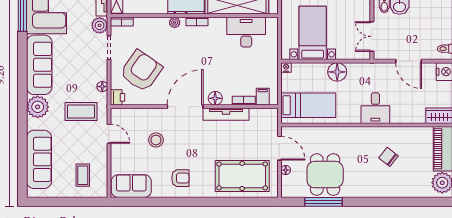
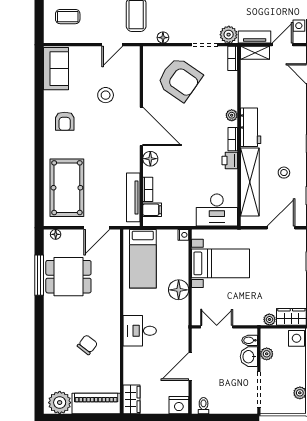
desk: (246, 32) -> (217, 210), moved, turned 90
printer: (118, 97) -> (230, 160), moved, turned 90
tv unit: (226, 114) -> (133, 197), moved
floor lamp: (286, 170) -> (56, 234), moved

